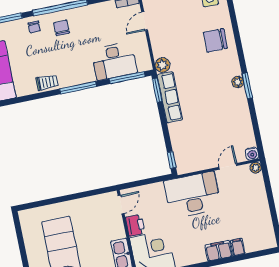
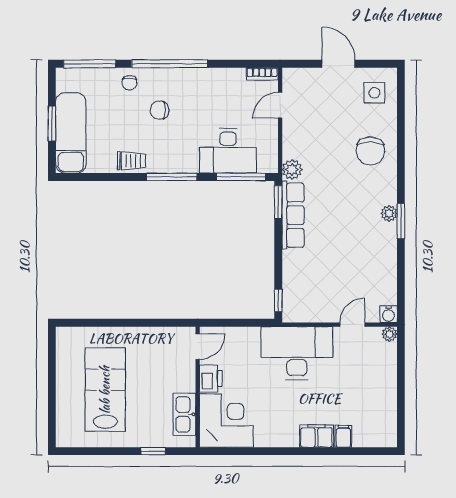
chair: (61, 28) -> (160, 110), moved, turned -90
chair: (215, 40) -> (370, 151), turned -90

